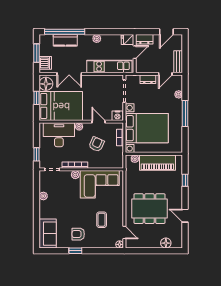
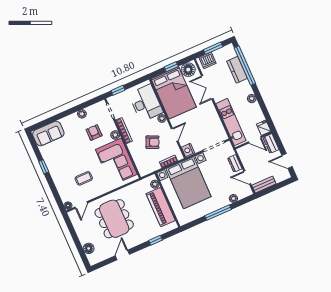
armchair: (78, 234) -> (94, 132), moved

